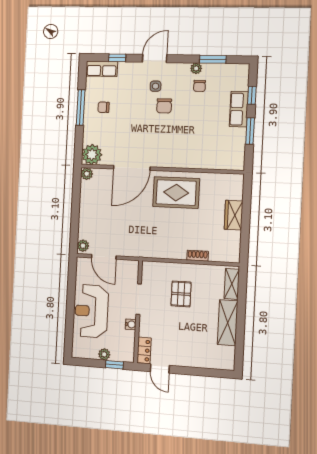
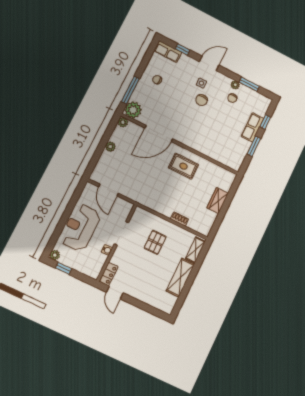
window: (81, 107) -> (130, 90), moved
rug: (176, 193) -> (183, 166), width x0.73, depth x0.70
plant: (83, 246) -> (110, 147), moved
plant: (104, 354) -> (55, 255), moved
window: (114, 365) -> (64, 268), moved

